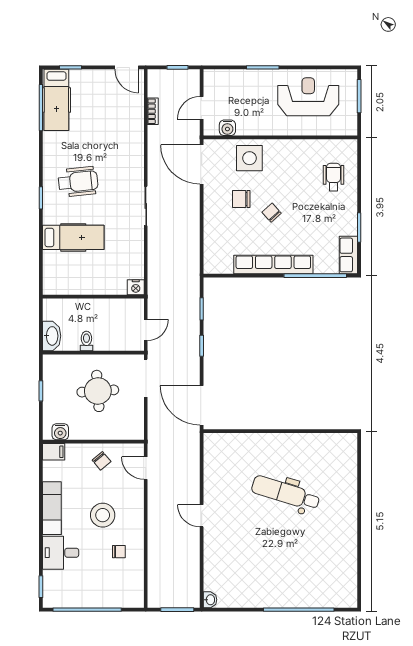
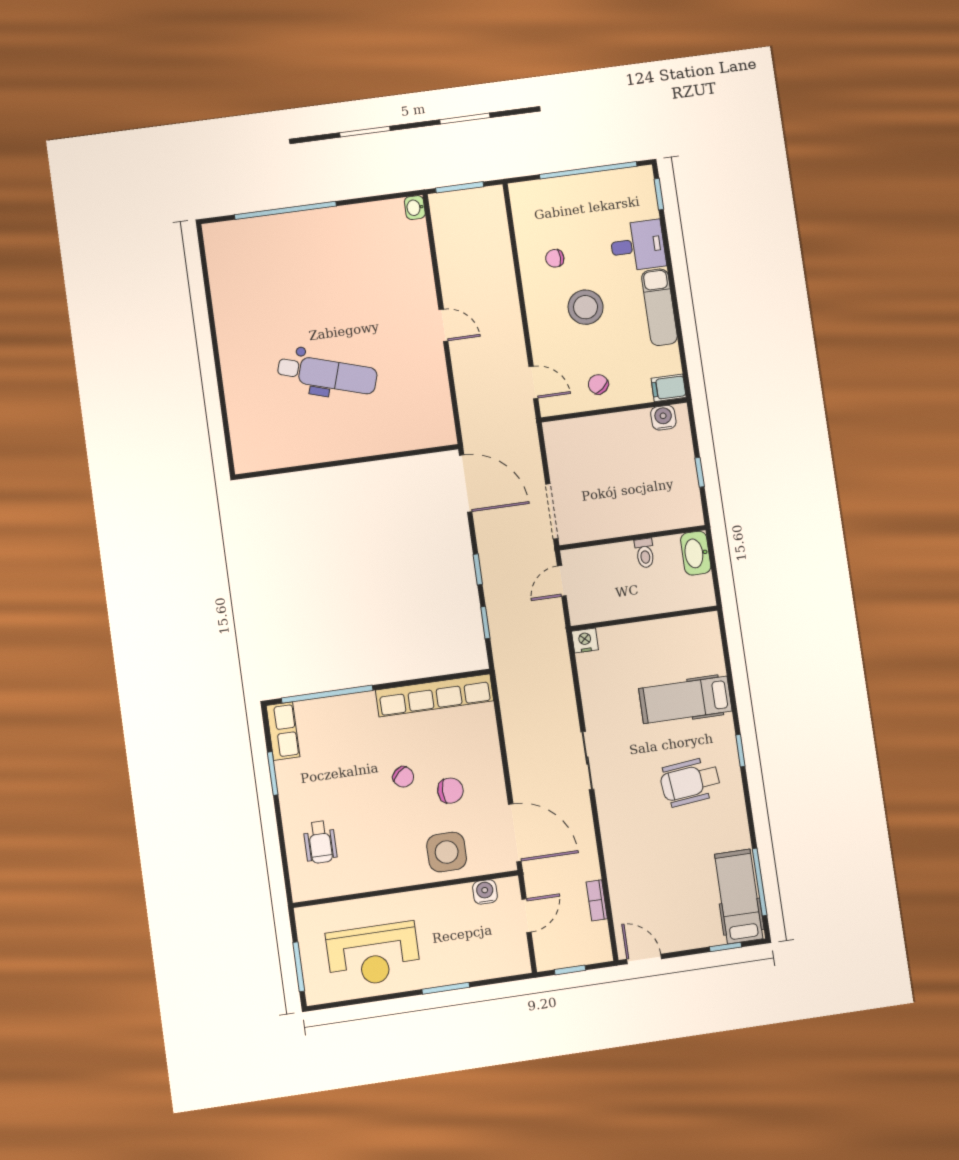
row of seats: (273, 264) -> (435, 695), moved
round table: (98, 391) -> (618, 483), removed

